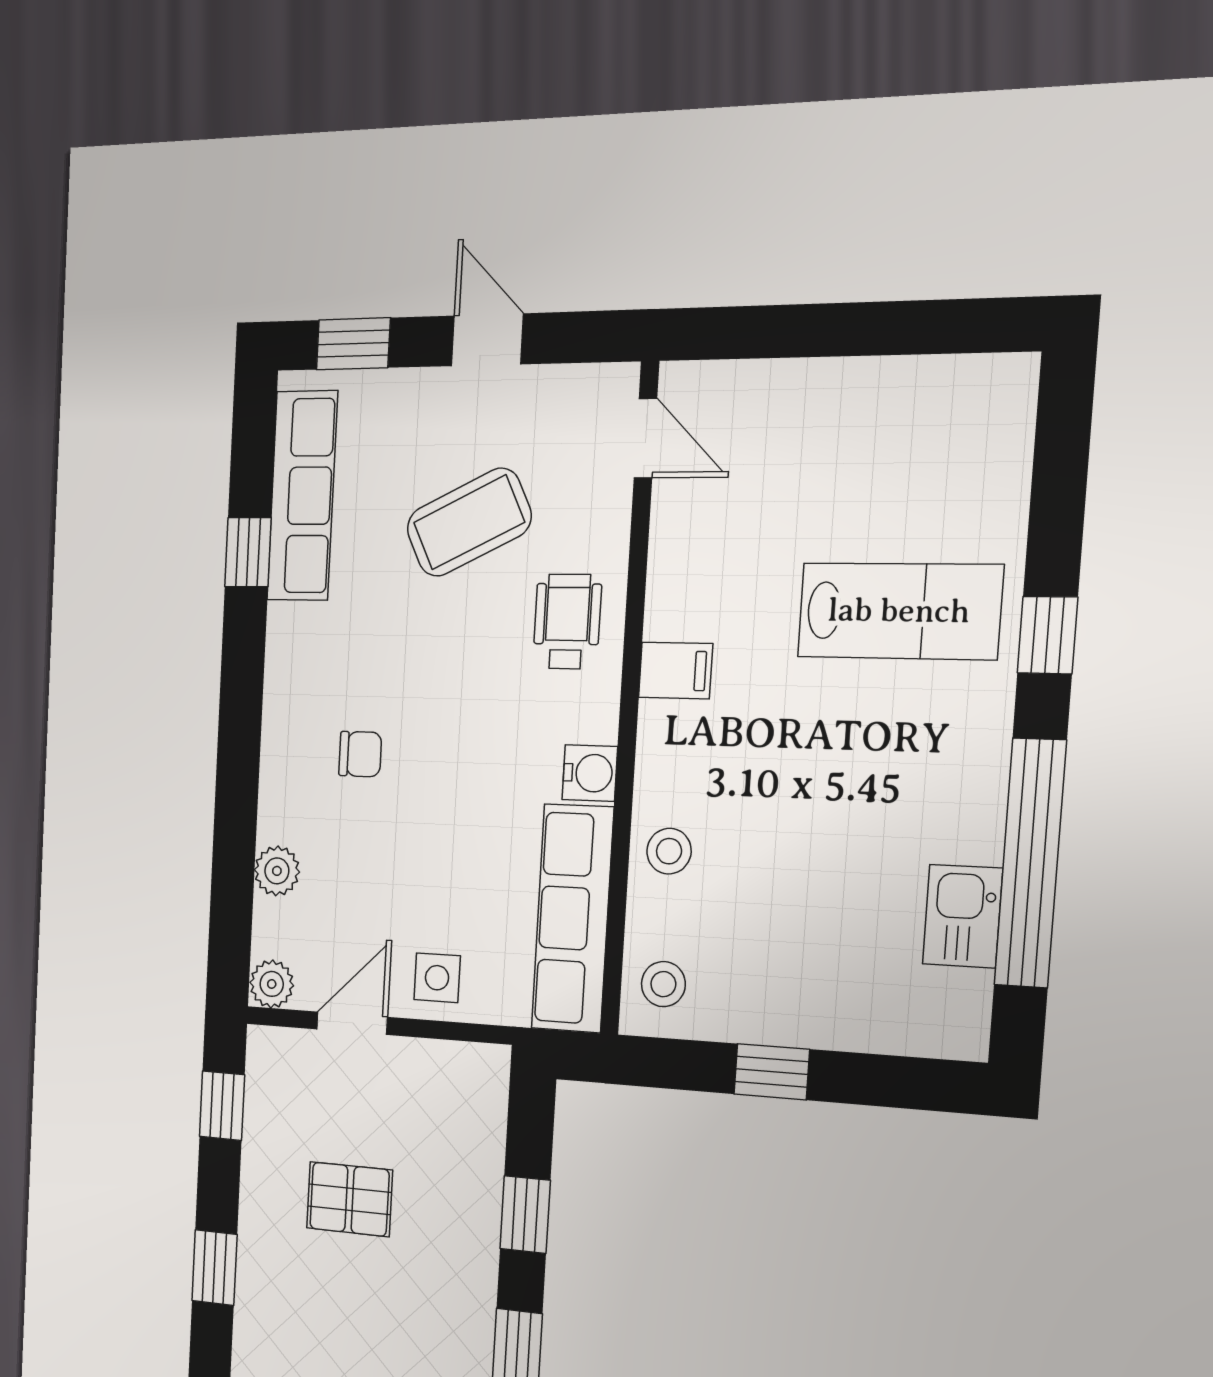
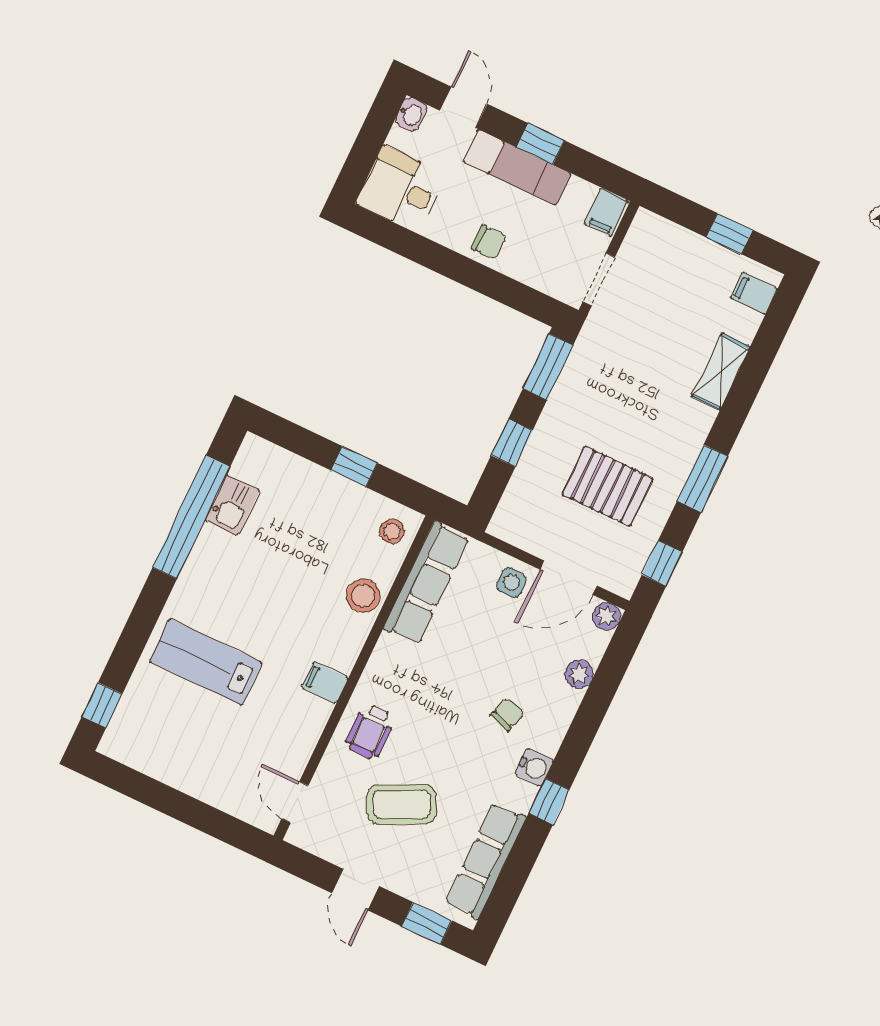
window: (248, 552) -> (549, 802), moved
window: (1047, 635) -> (102, 705), moved
chair: (360, 754) -> (507, 714), turned 108
water cooler: (590, 773) -> (534, 767), moved, turned 180
stool: (669, 851) -> (363, 596), width x1.37, depth x1.37
door: (352, 1023) -> (569, 578), width x1.38
pallet: (349, 1199) -> (607, 486), width x1.50, depth x1.42
window: (214, 1268) -> (702, 478), width x1.50

